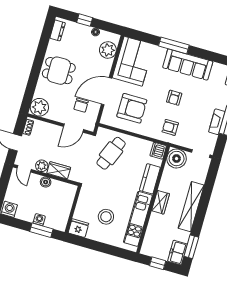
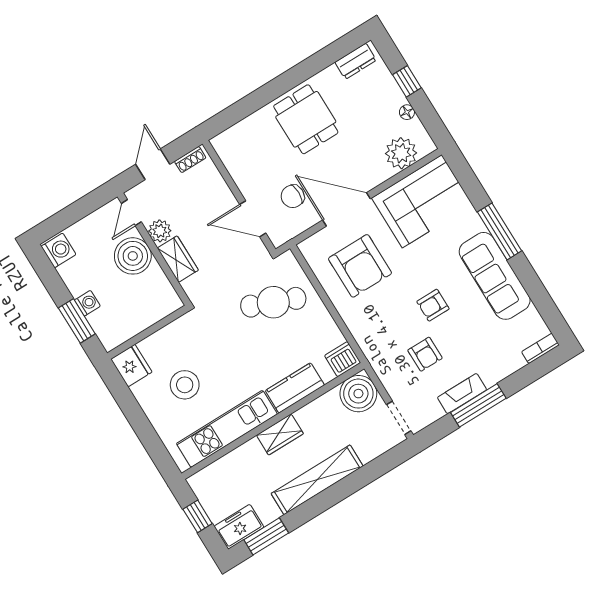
plant: (39, 107) -> (232, 146), removed
armchair: (170, 127) -> (425, 354), moved, turned 180
boiler: (46, 182) -> (133, 256), width x1.86, depth x1.86

